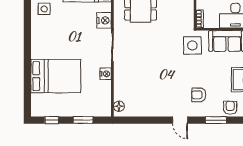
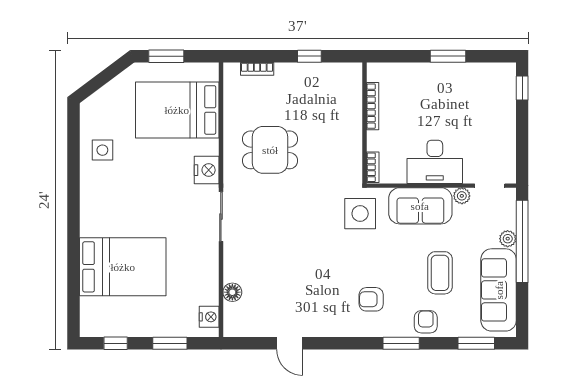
nightstand: (106, 74) -> (209, 317), moved
floor lamp: (119, 106) -> (232, 292), moved
door: (180, 120) -> (290, 343), moved

